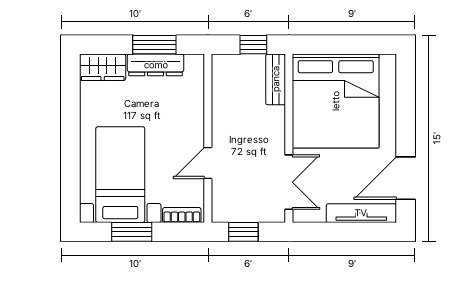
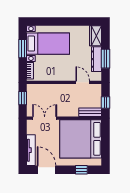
window: (406, 99) -> (81, 170), added
door: (208, 163) -> (83, 82), moved
double door: (289, 182) -> (45, 118), swing flipped

